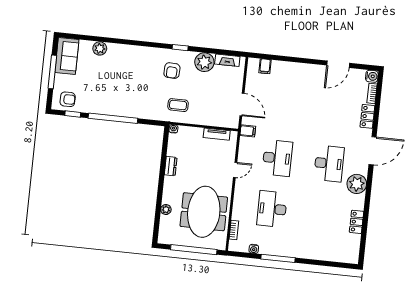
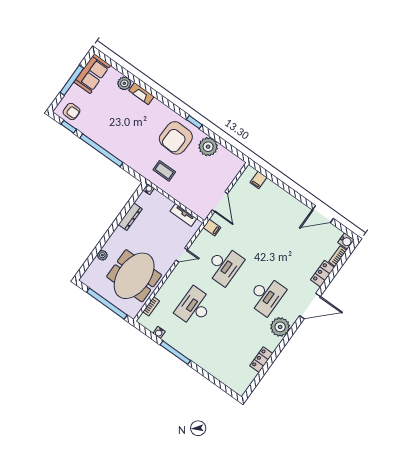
fireplace: (227, 60) -> (141, 94), moved
armchair: (172, 71) -> (176, 138), width x1.88, depth x1.88
dresser: (171, 166) -> (130, 217), width x1.44

